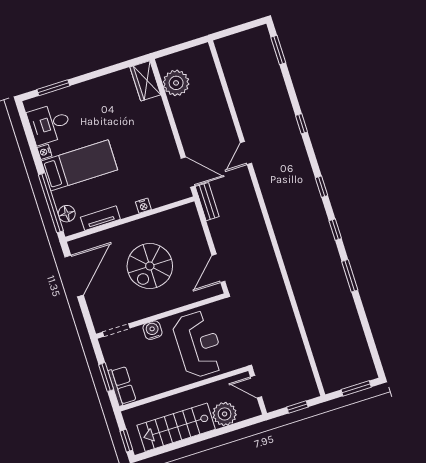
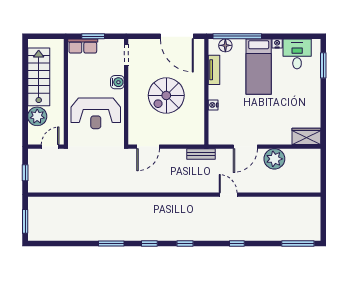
window: (278, 50) -> (298, 243), width x1.44
plant: (176, 83) -> (274, 159), moved
door: (188, 172) -> (245, 147), moved
spiral stairs: (150, 266) -> (166, 95), turned -90
door: (218, 268) -> (148, 147), swing flipped
window: (126, 441) -> (41, 36), removed

